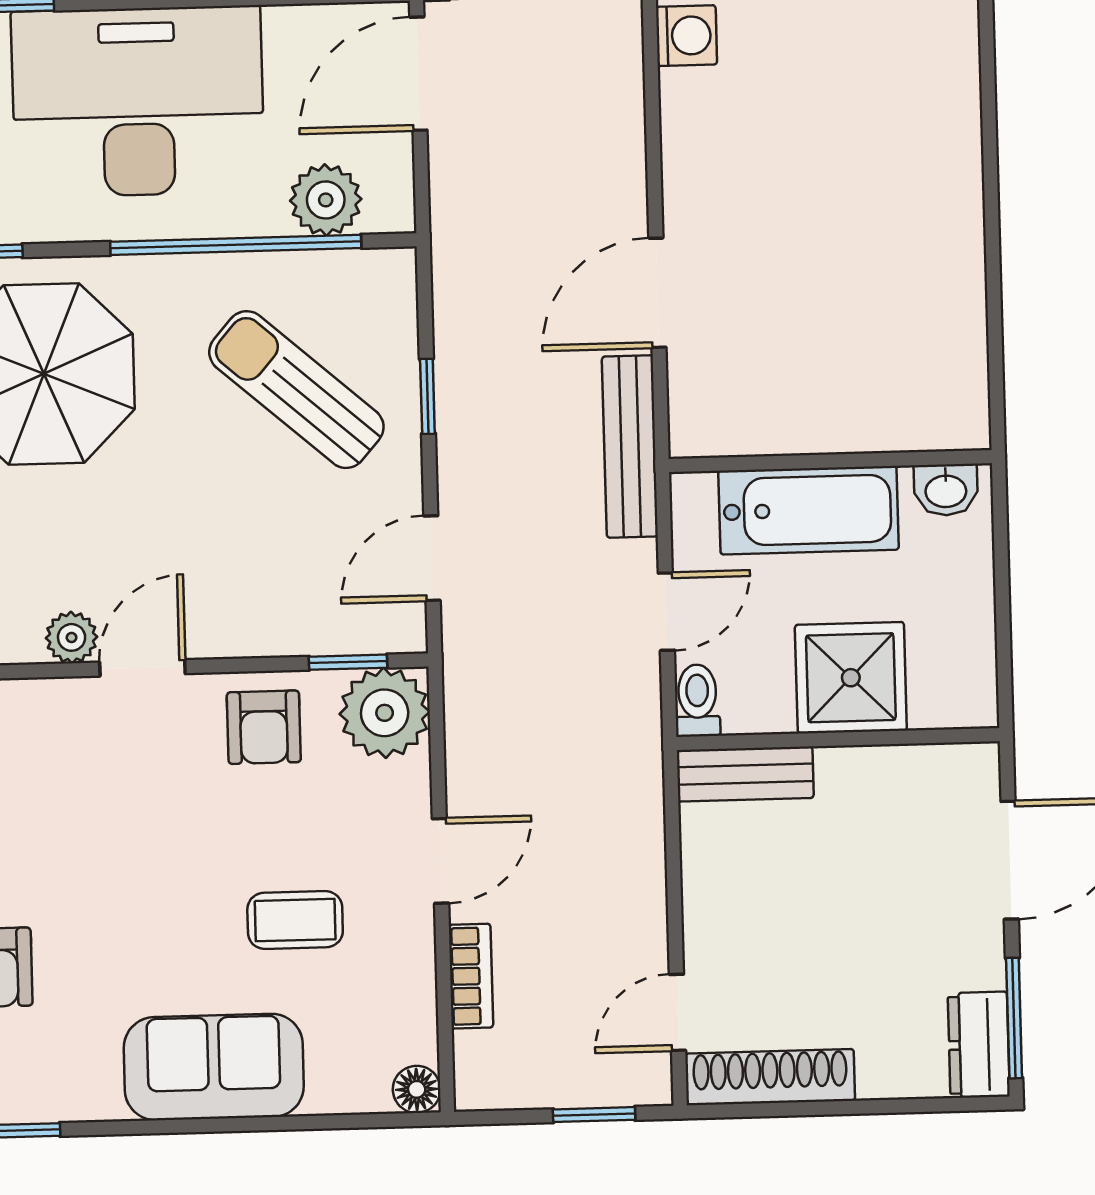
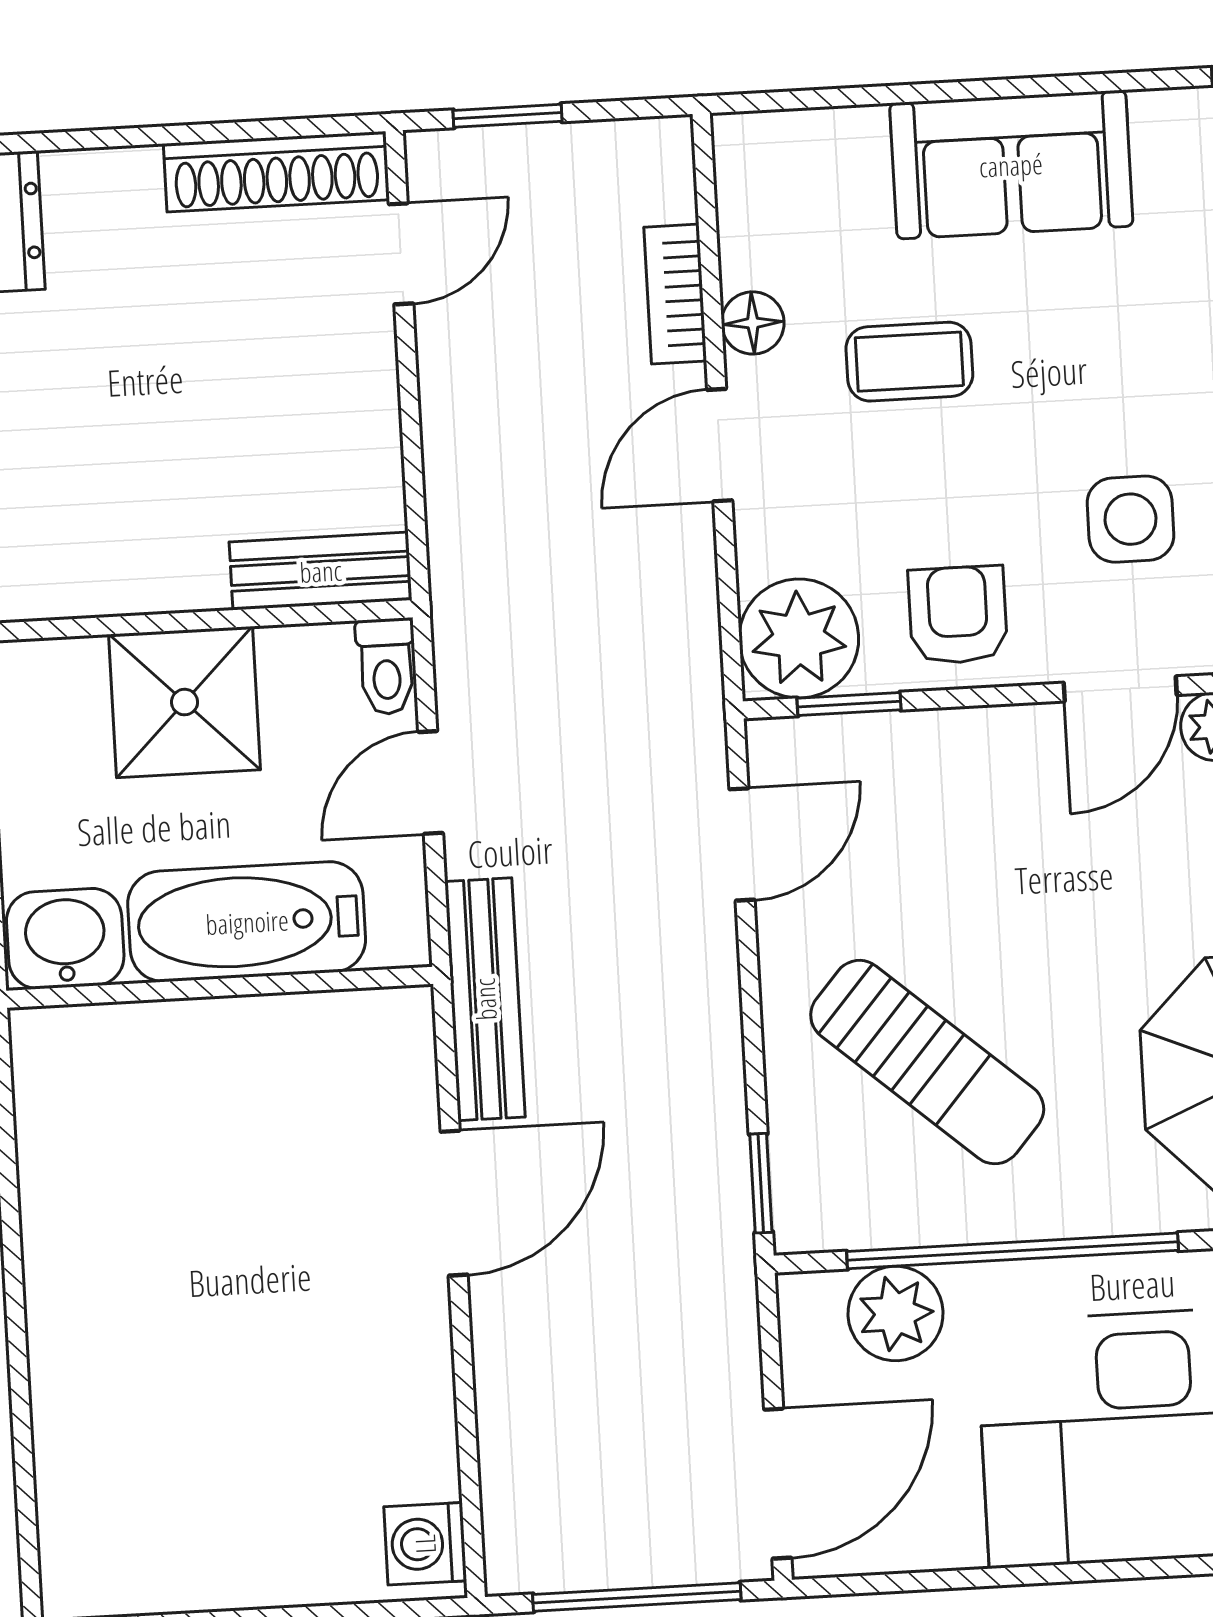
window: (427, 396) -> (761, 1183), moved
washbasin: (946, 490) -> (65, 939), width x1.38, depth x1.45
side table: (131, 796) -> (1130, 519), added
floor lamp: (417, 1089) -> (753, 323), moved

